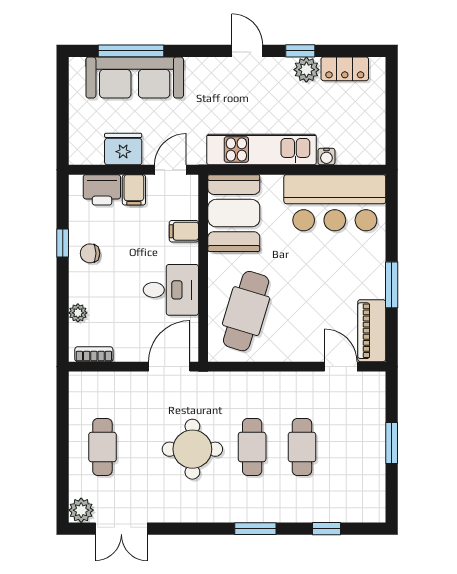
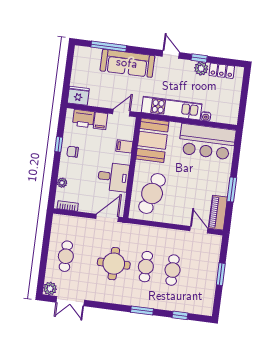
sofa: (135, 78) -> (127, 63), moved
fridge: (123, 149) -> (78, 96), moved

